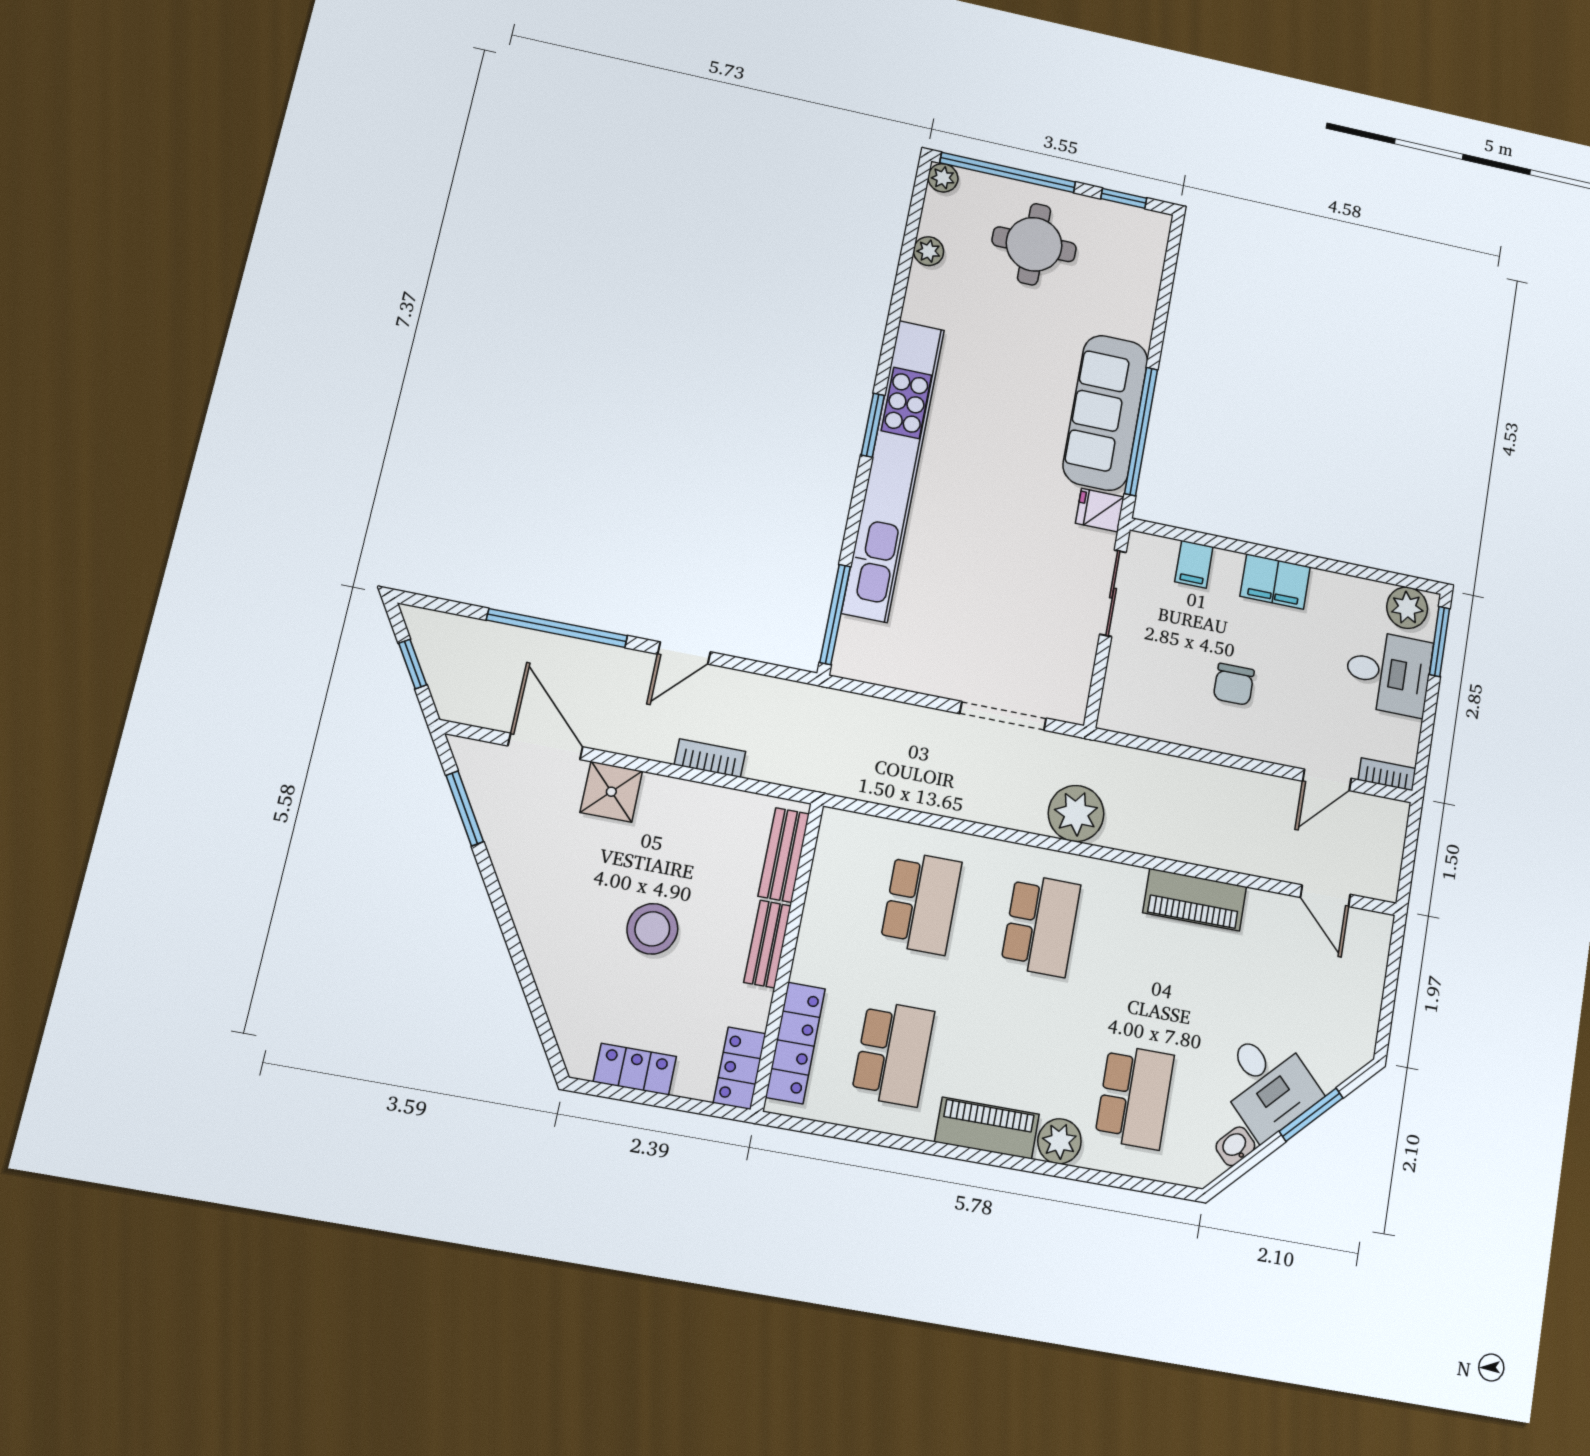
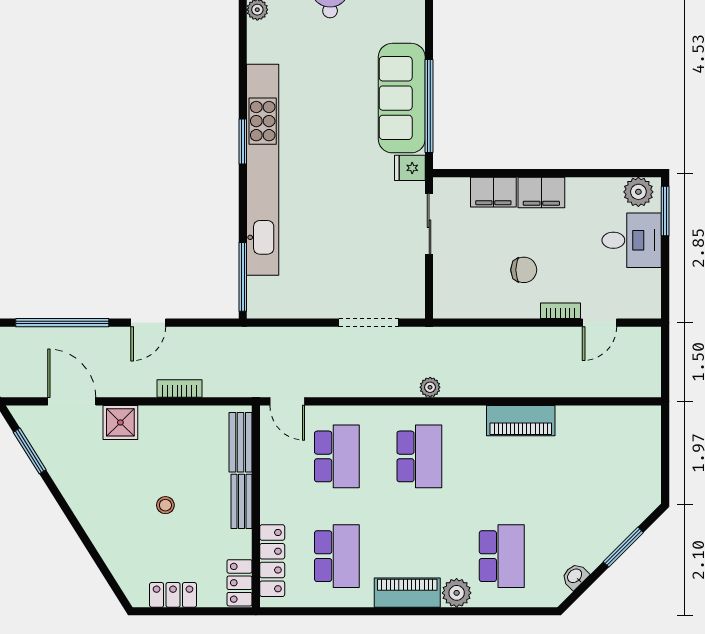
filing cabinet: (1194, 564) -> (493, 192), width x2.00
chair: (1234, 684) -> (524, 270), turned -90
bookcase: (1387, 774) -> (560, 311), moved
plant: (1076, 813) -> (430, 387), width x0.53, depth x0.53
door: (1325, 896) -> (287, 401), moved
stool: (652, 929) -> (165, 505), width x0.53, depth x0.53
desk: (1267, 1083) -> (590, 532), removed

